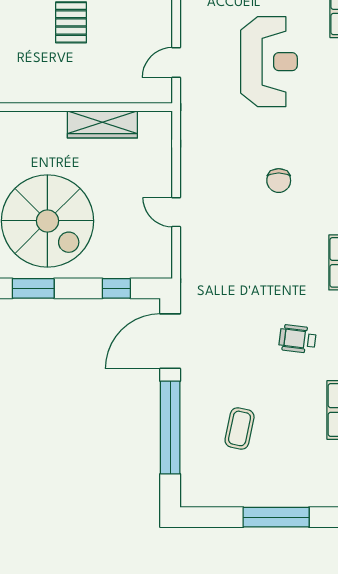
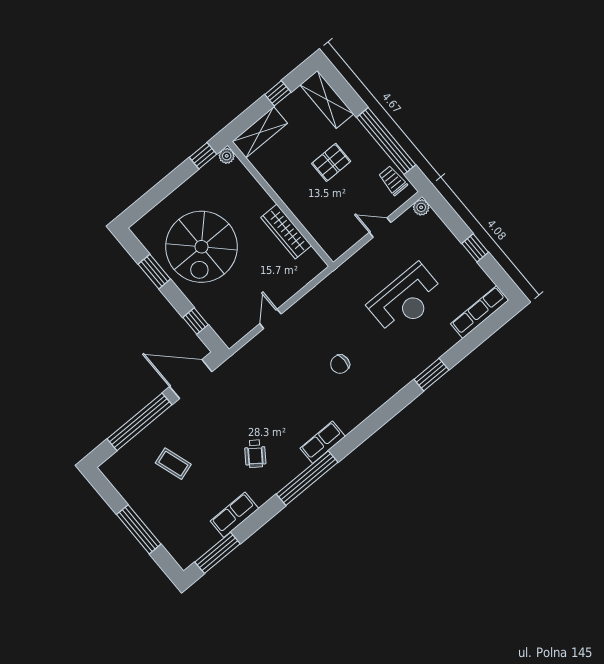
door: (176, 62) -> (380, 227), moved
wheelchair: (297, 339) -> (255, 454), turned -151
coffee table: (240, 428) -> (173, 464), turned 60

